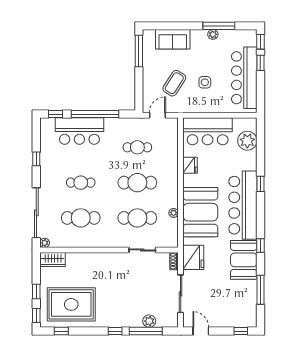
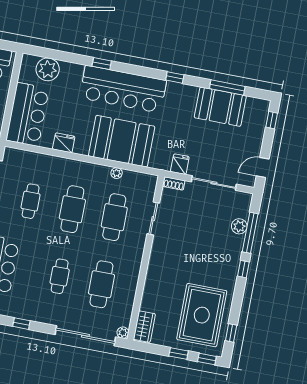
fridge: (193, 257) -> (180, 164), width x0.53, depth x0.75
booth: (244, 260) -> (220, 107), moved

